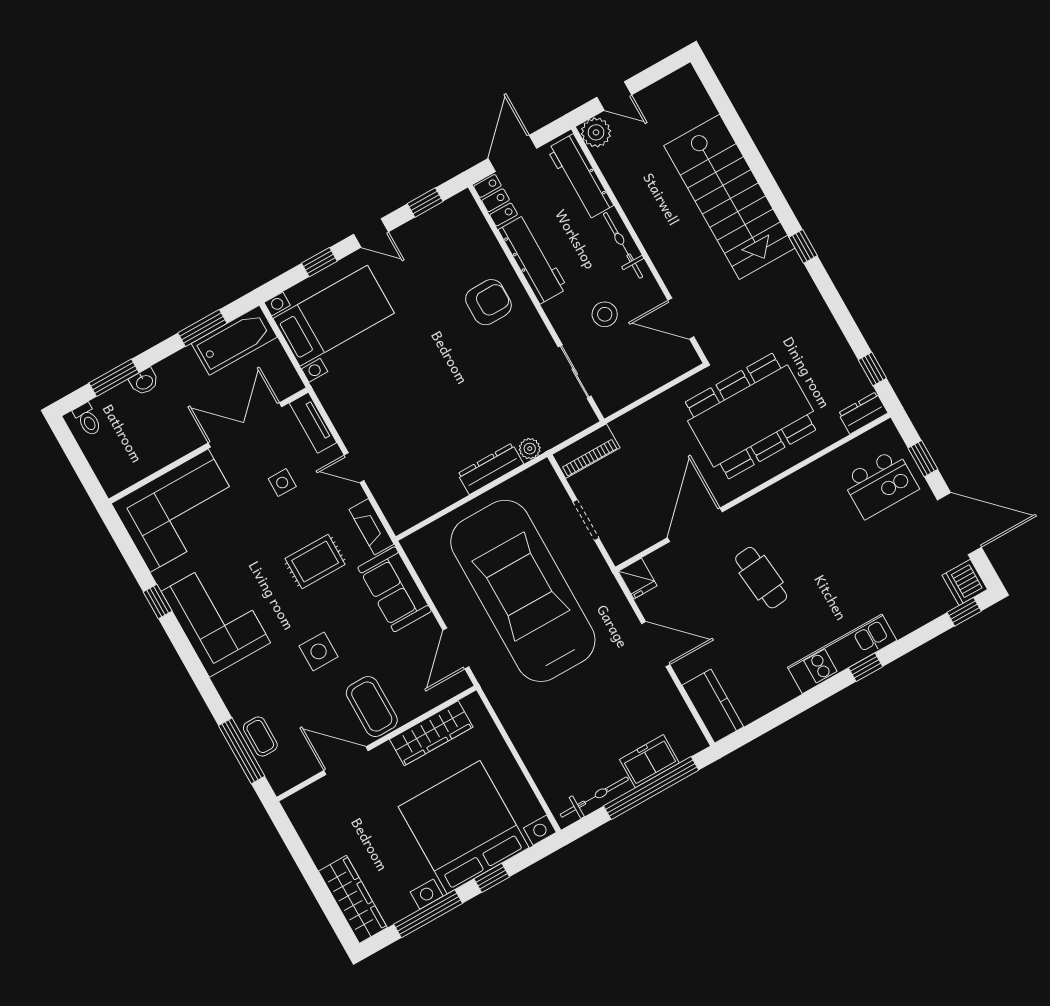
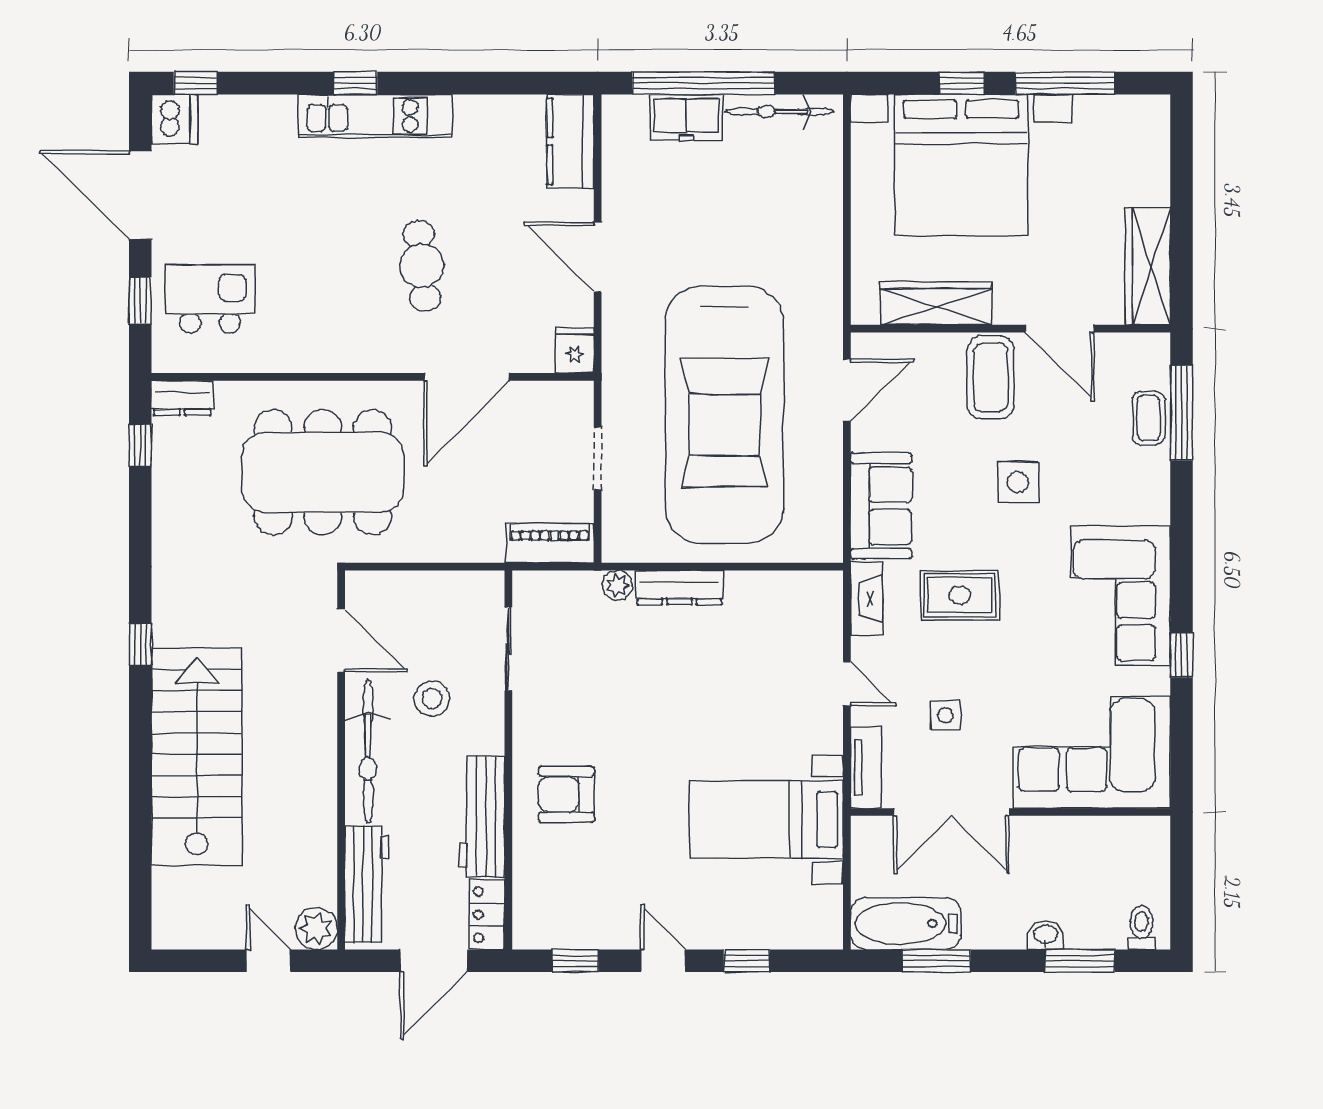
bicycle: (623, 245) -> (368, 752), width x1.37, depth x1.40
bed with nightstands: (334, 316) -> (766, 820), moved
wardrobe: (353, 899) -> (1148, 266), moved

